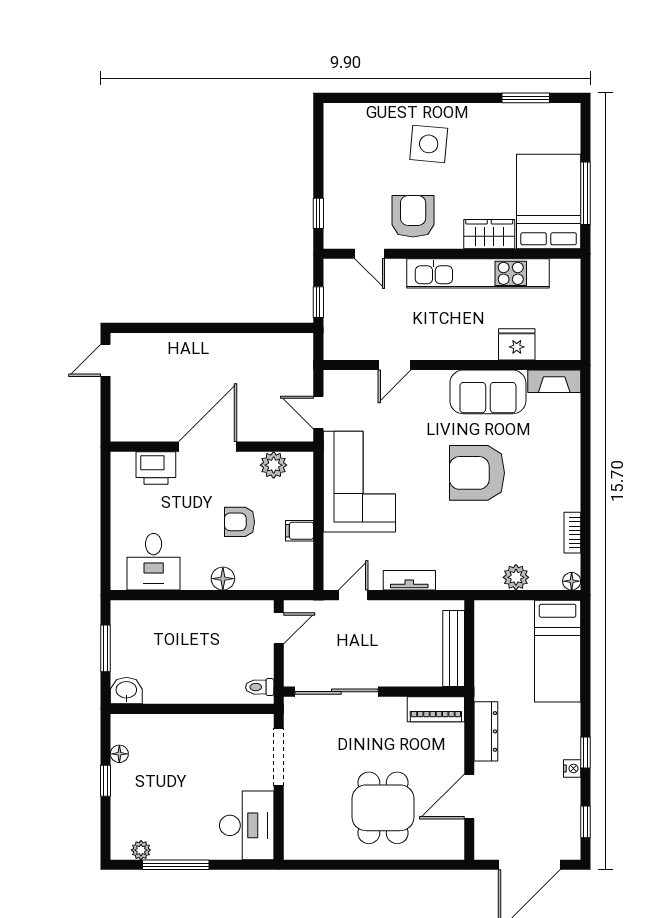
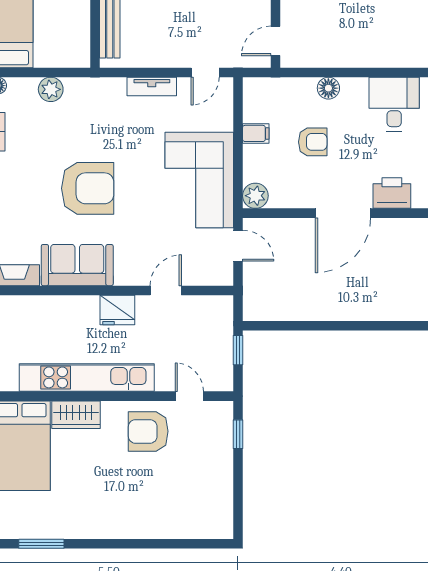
side table: (429, 144) -> (133, 500), removed
armchair: (413, 216) -> (148, 431), turned 90
fridge: (517, 344) -> (117, 310), moved
plant: (274, 465) -> (255, 196), moved

